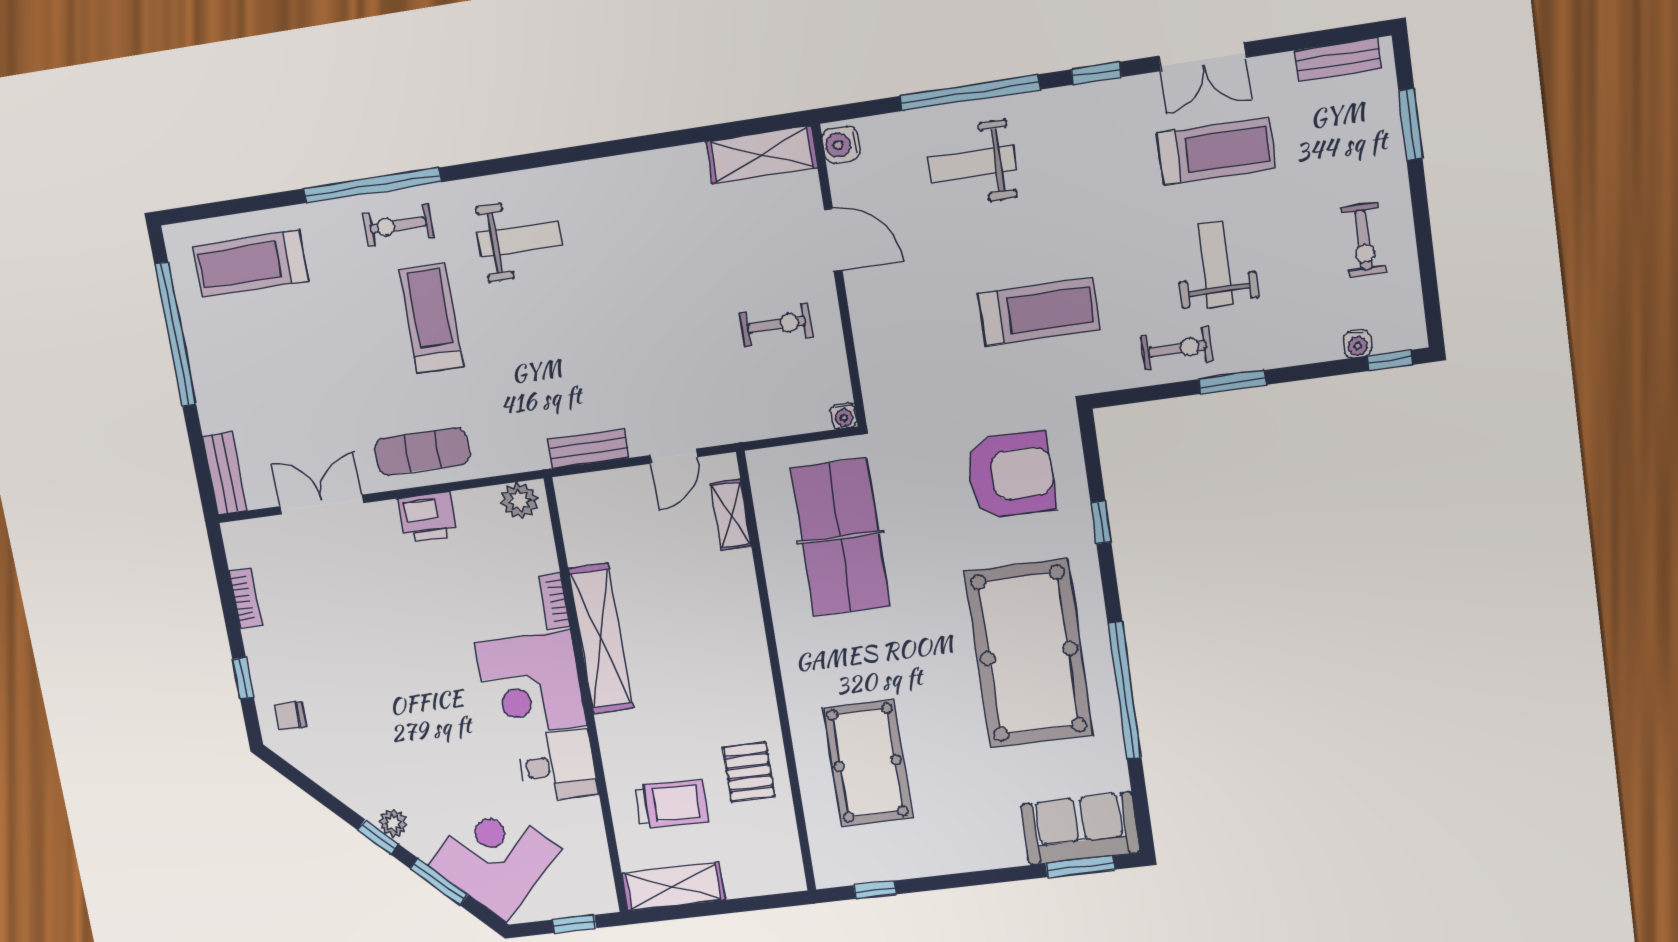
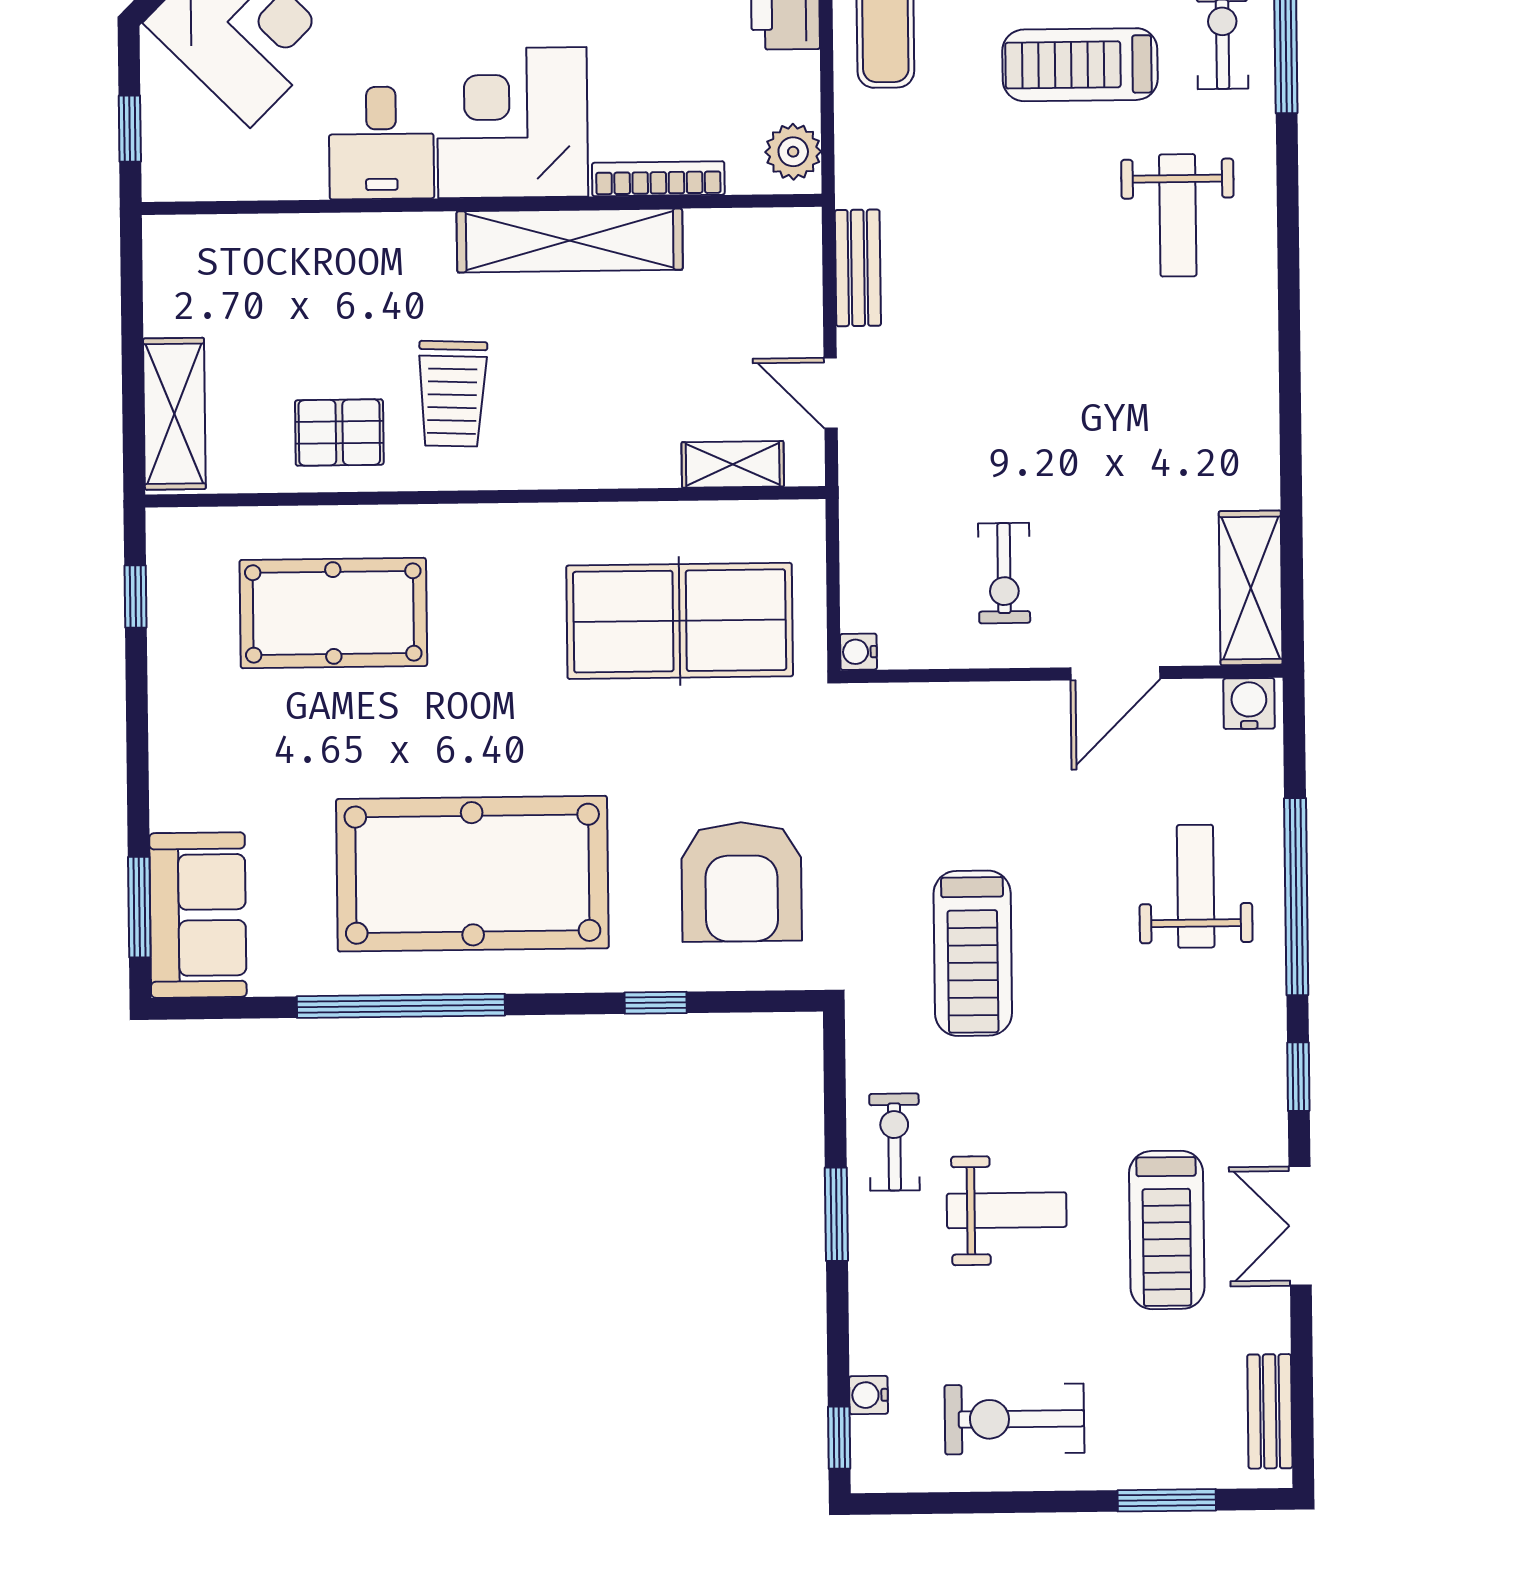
exercise bike: (1363, 240) -> (1014, 1419), width x1.38, depth x1.39
treadmill: (431, 318) -> (1080, 65), turned 180
exercise bike: (1177, 349) -> (894, 1142), turned 180
bookcase: (554, 601) -> (658, 179), width x1.56
trolley: (671, 804) -> (452, 394), moved
shelving: (673, 887) -> (174, 414), moved

